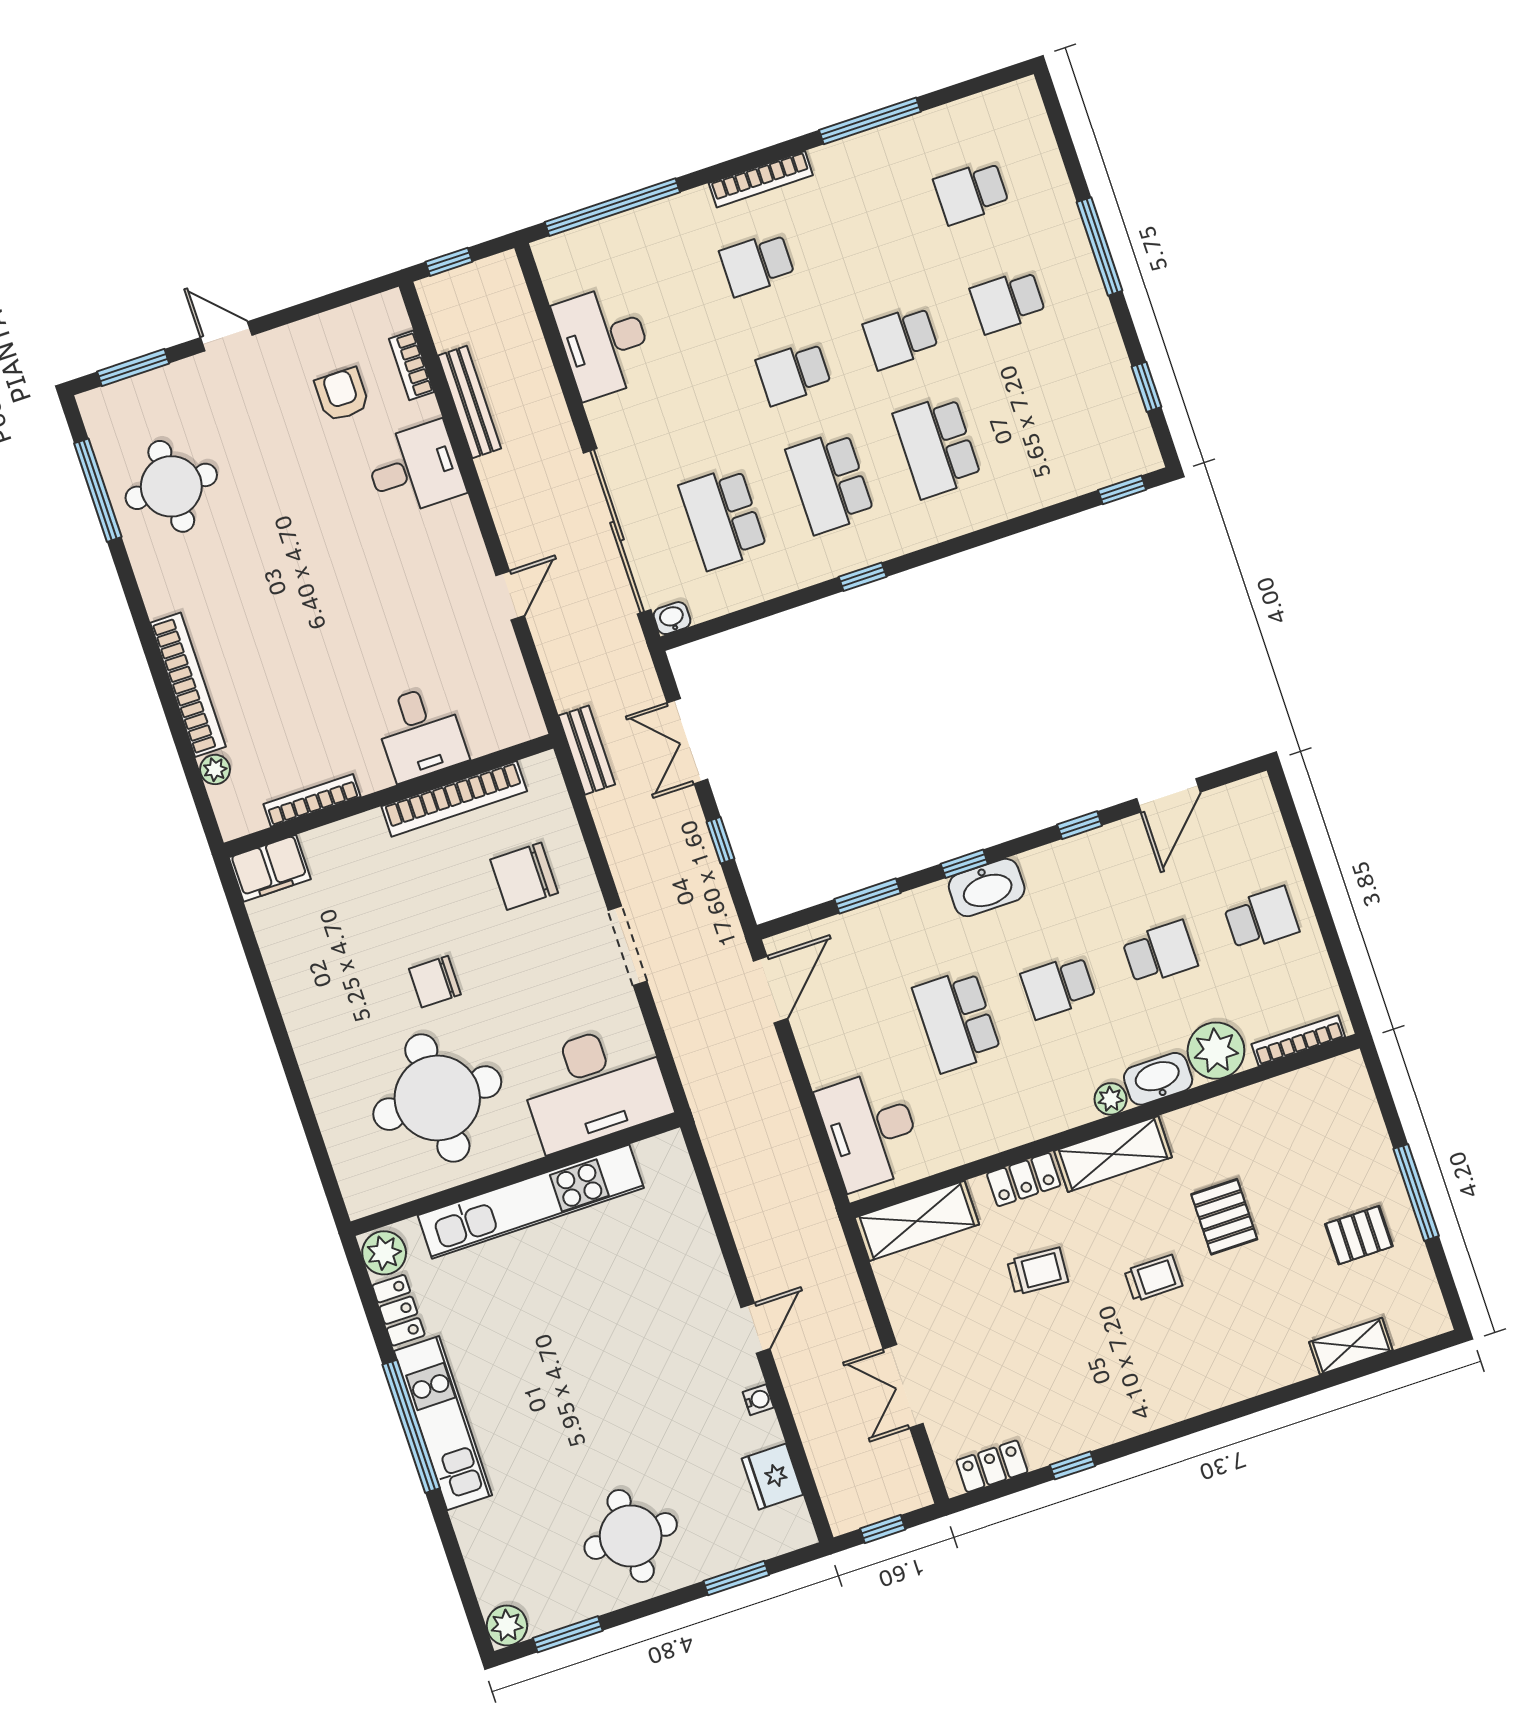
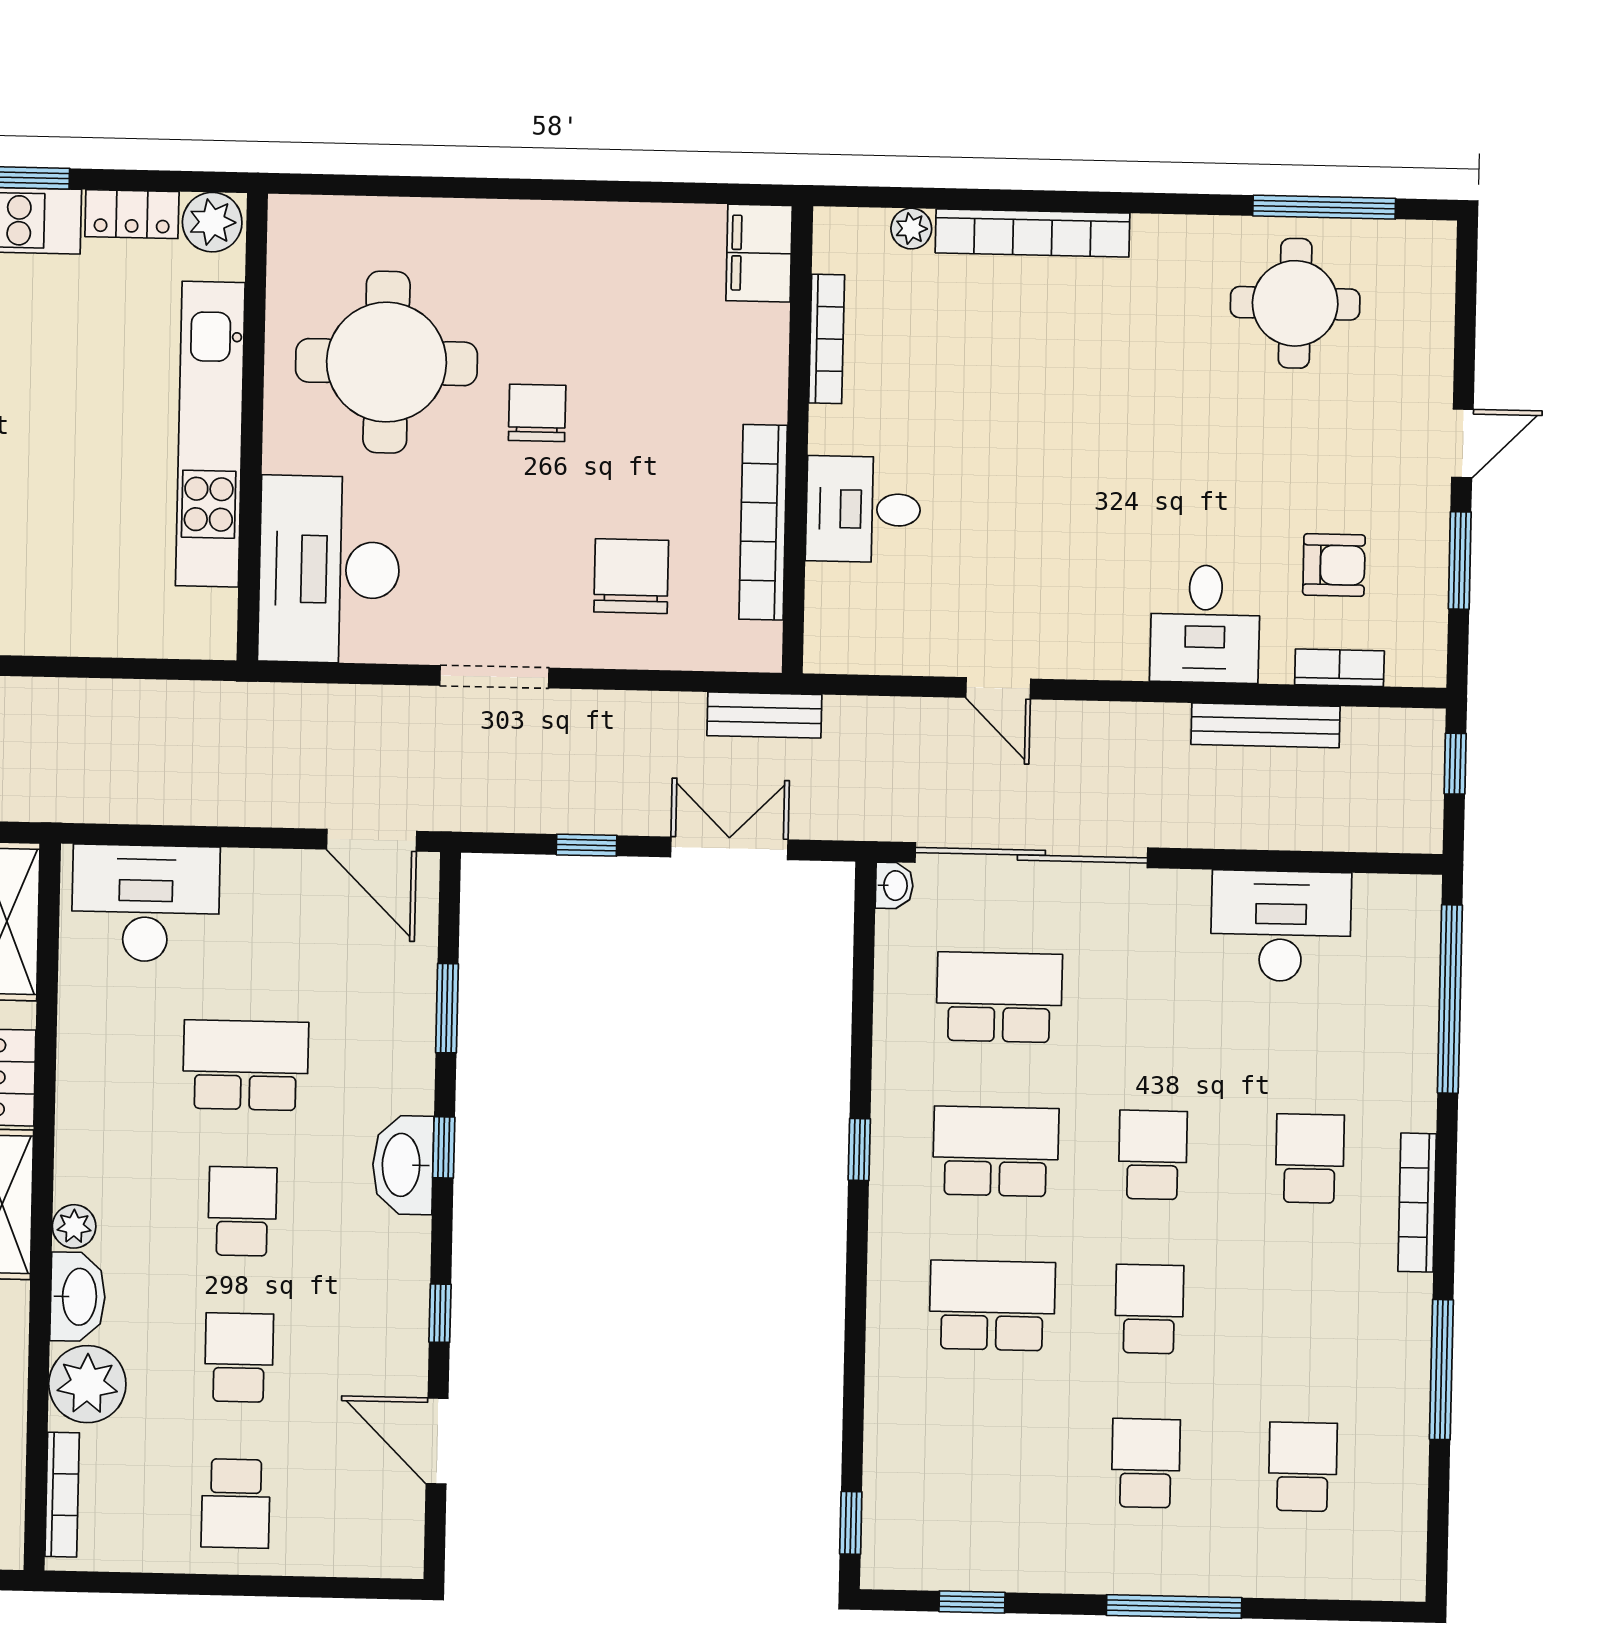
window: (133, 367) -> (1460, 560), moved
school desk: (1160, 953) -> (239, 1357), turned 180

